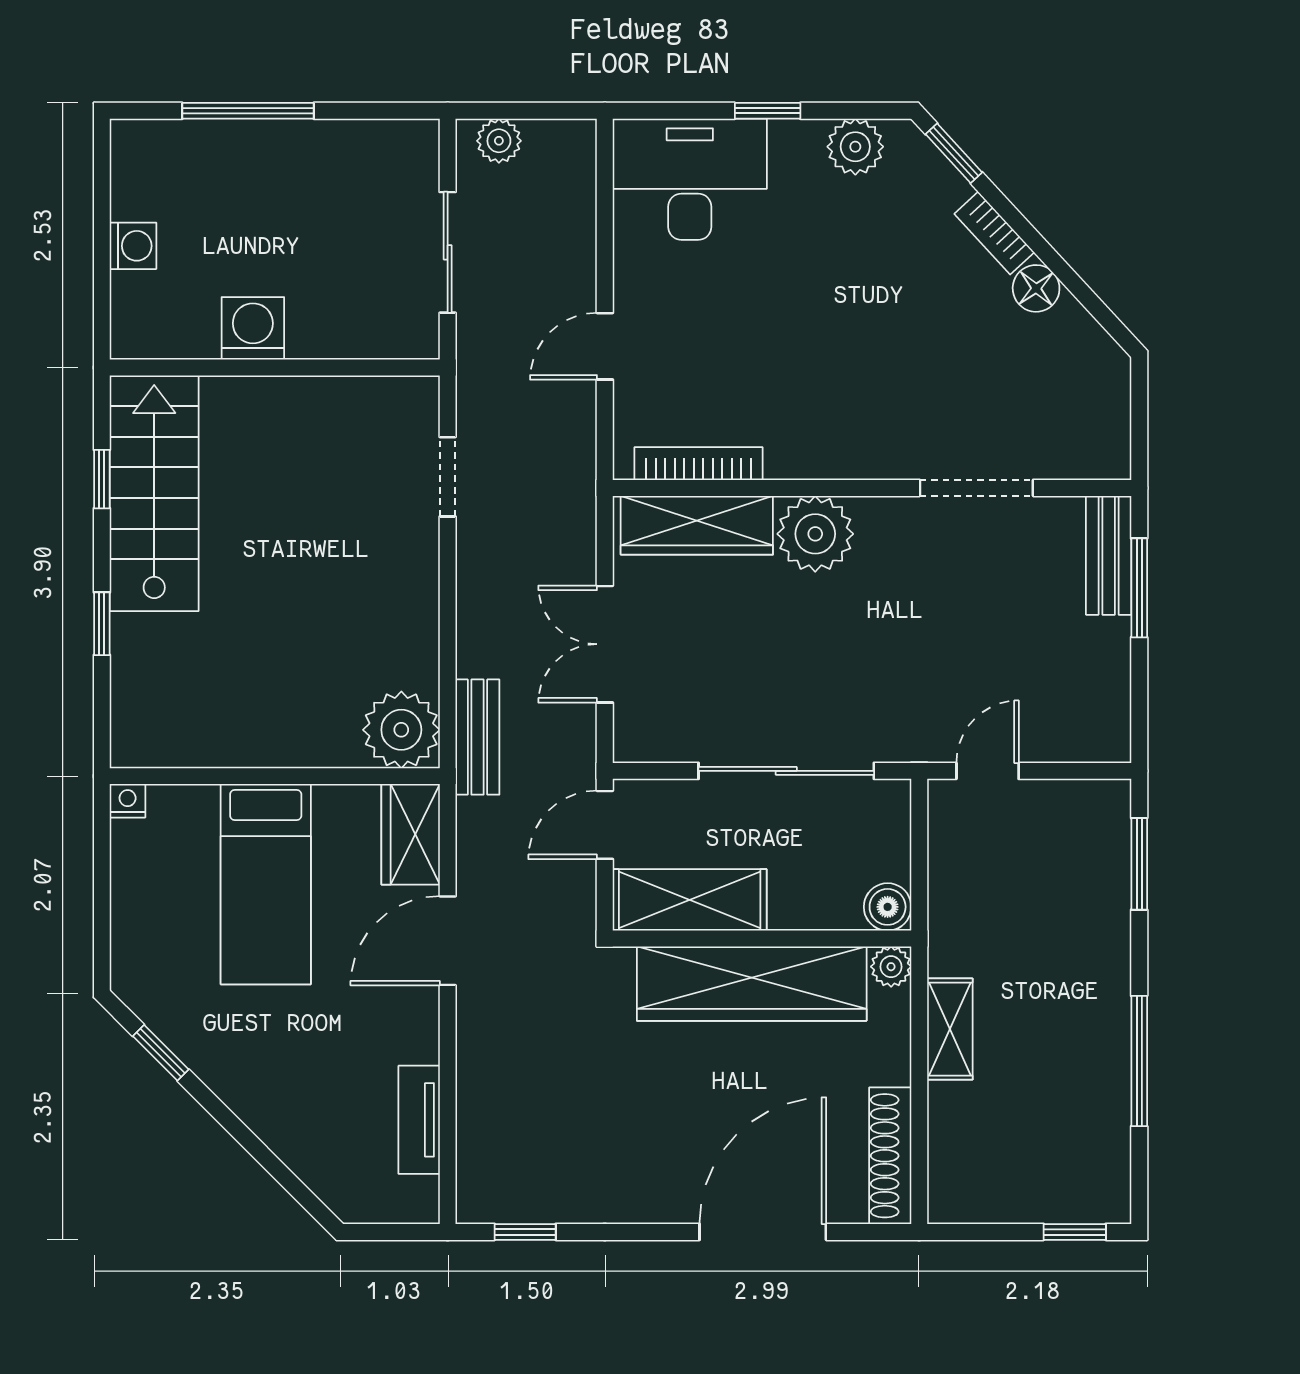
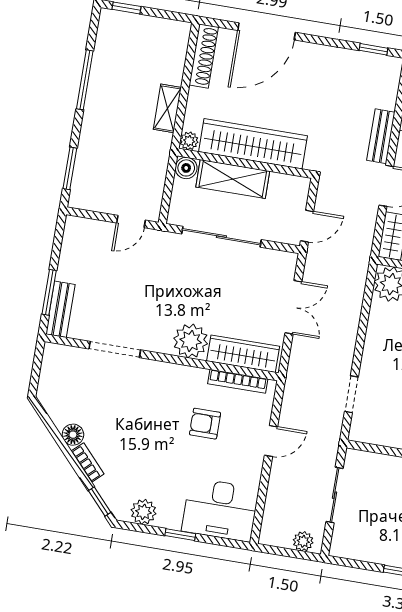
armchair: (754, 360) -> (205, 424), added
bench: (477, 737) -> (381, 136), moved
shelving: (690, 900) -> (233, 179), moved

